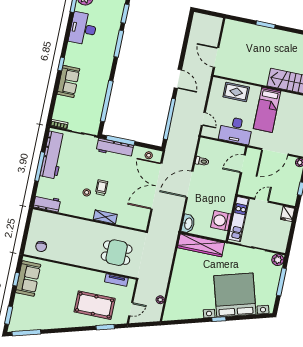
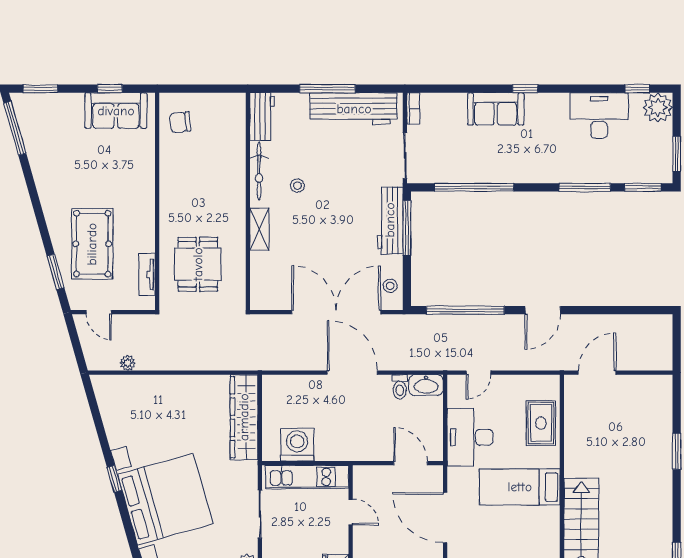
trolley: (102, 188) -> (312, 211), removed
bicycle: (75, 211) -> (259, 171), added
washbasin: (188, 224) -> (426, 385), moved

